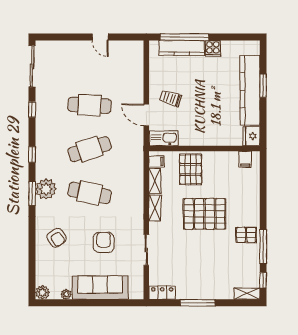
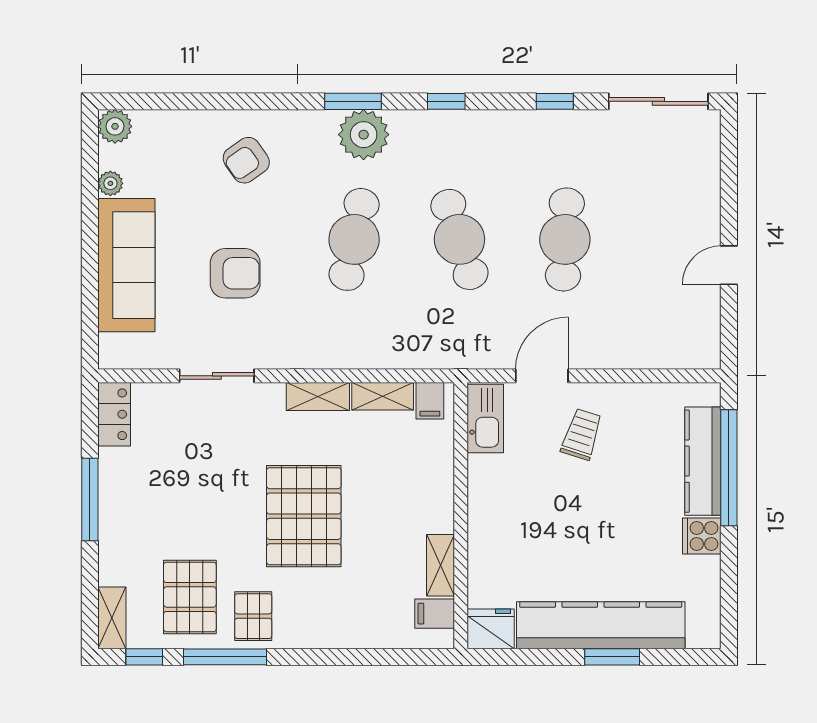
shelving: (225, 157) -> (440, 565), added
pallet: (191, 170) -> (190, 597), moved, turned 90

